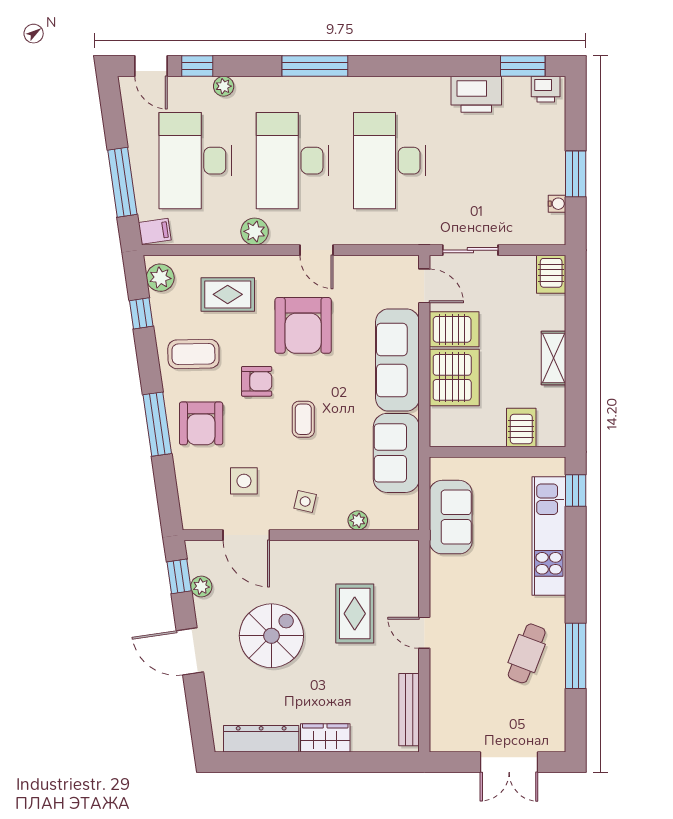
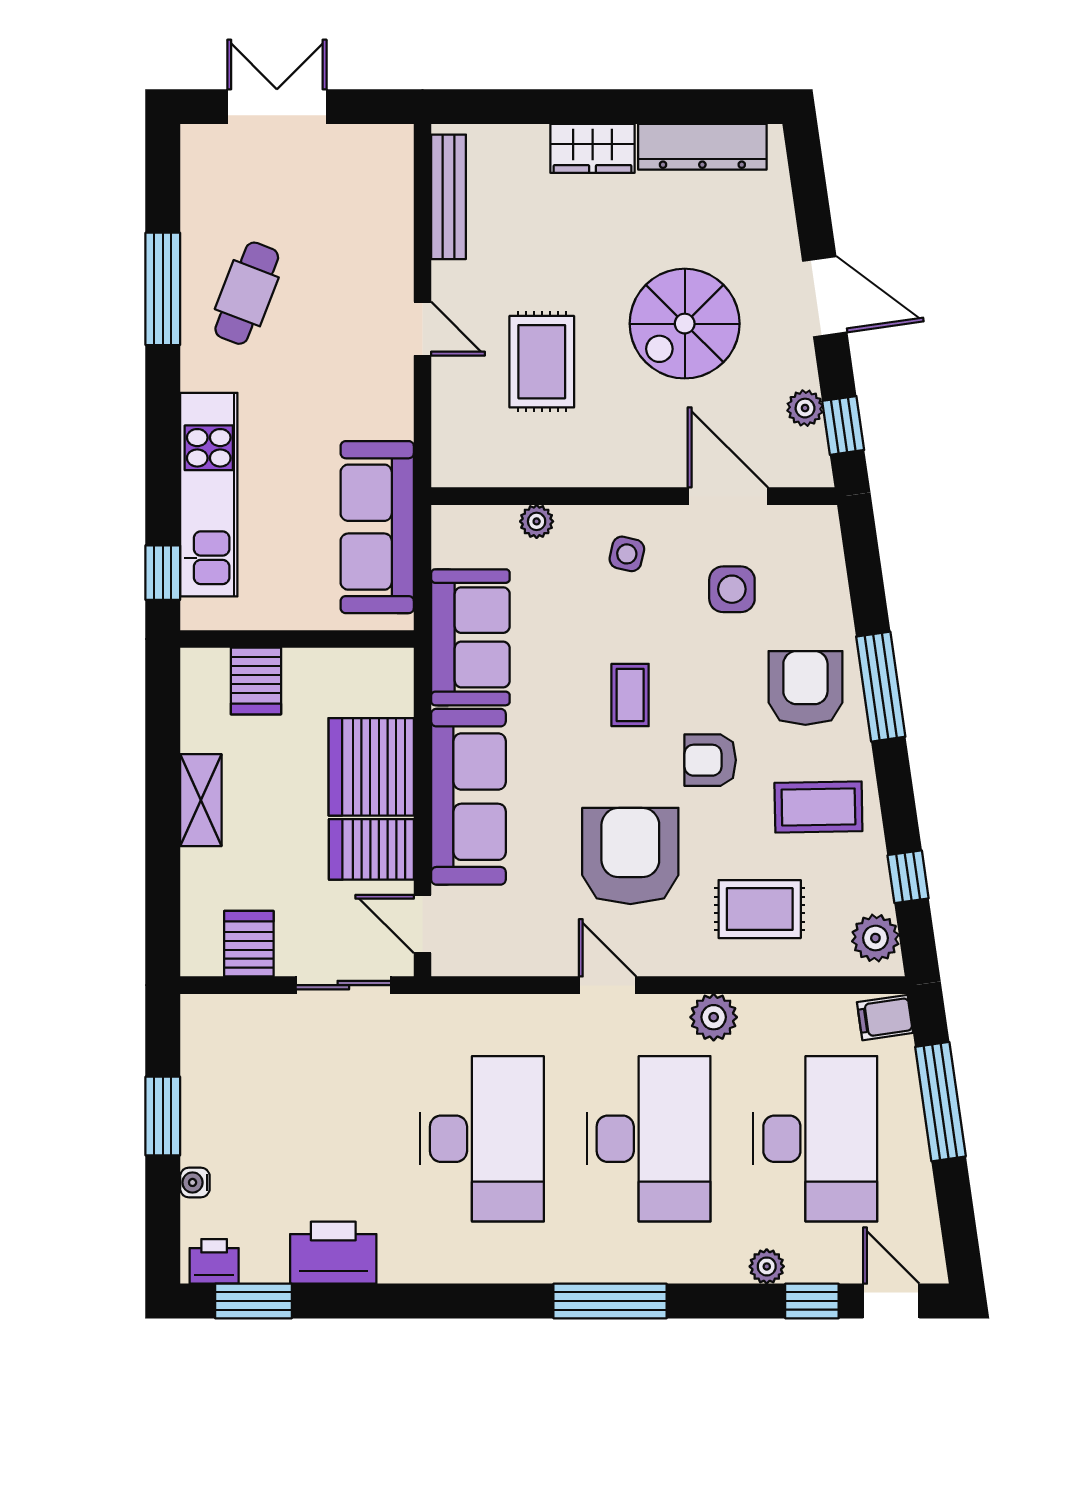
water cooler: (557, 204) -> (195, 1182), moved
server rack: (551, 274) -> (249, 944), moved
sofa: (451, 517) -> (377, 527), width x1.36

